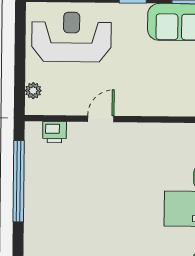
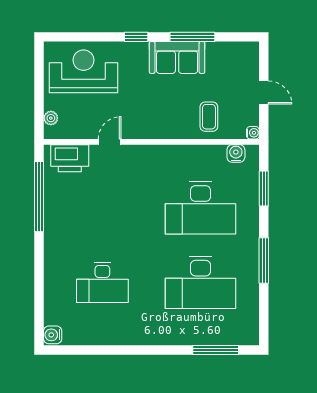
printer: (55, 132) -> (70, 158), width x1.87, depth x1.48

